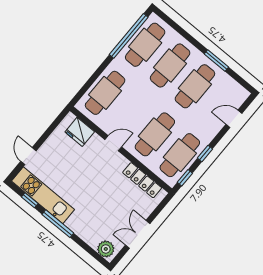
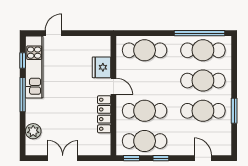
fridge: (80, 132) -> (102, 67), moved
locker: (142, 180) -> (104, 114), moved
plant: (106, 249) -> (33, 131), moved

